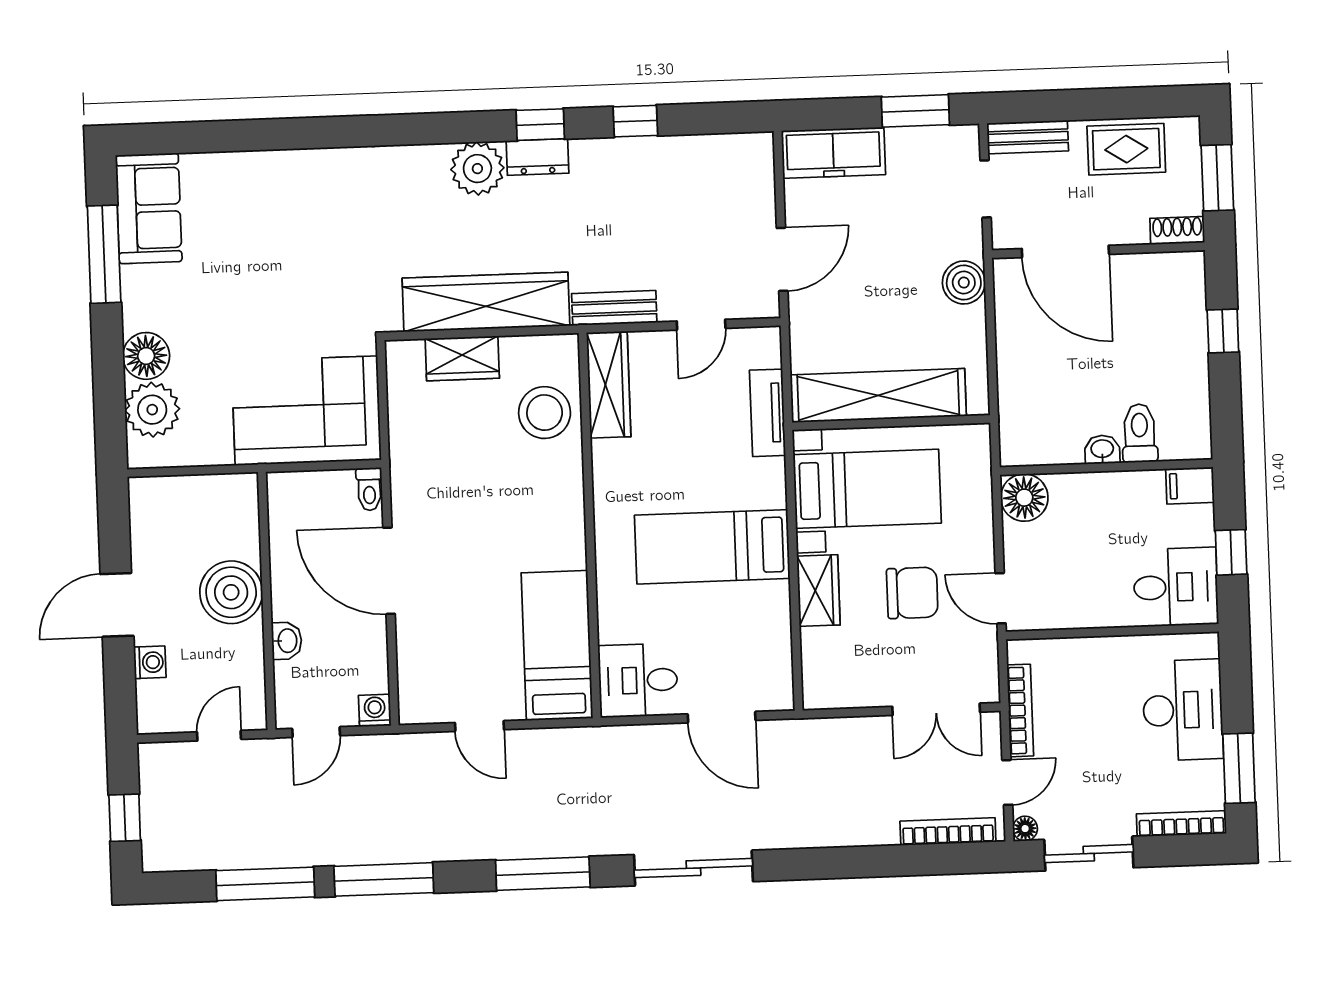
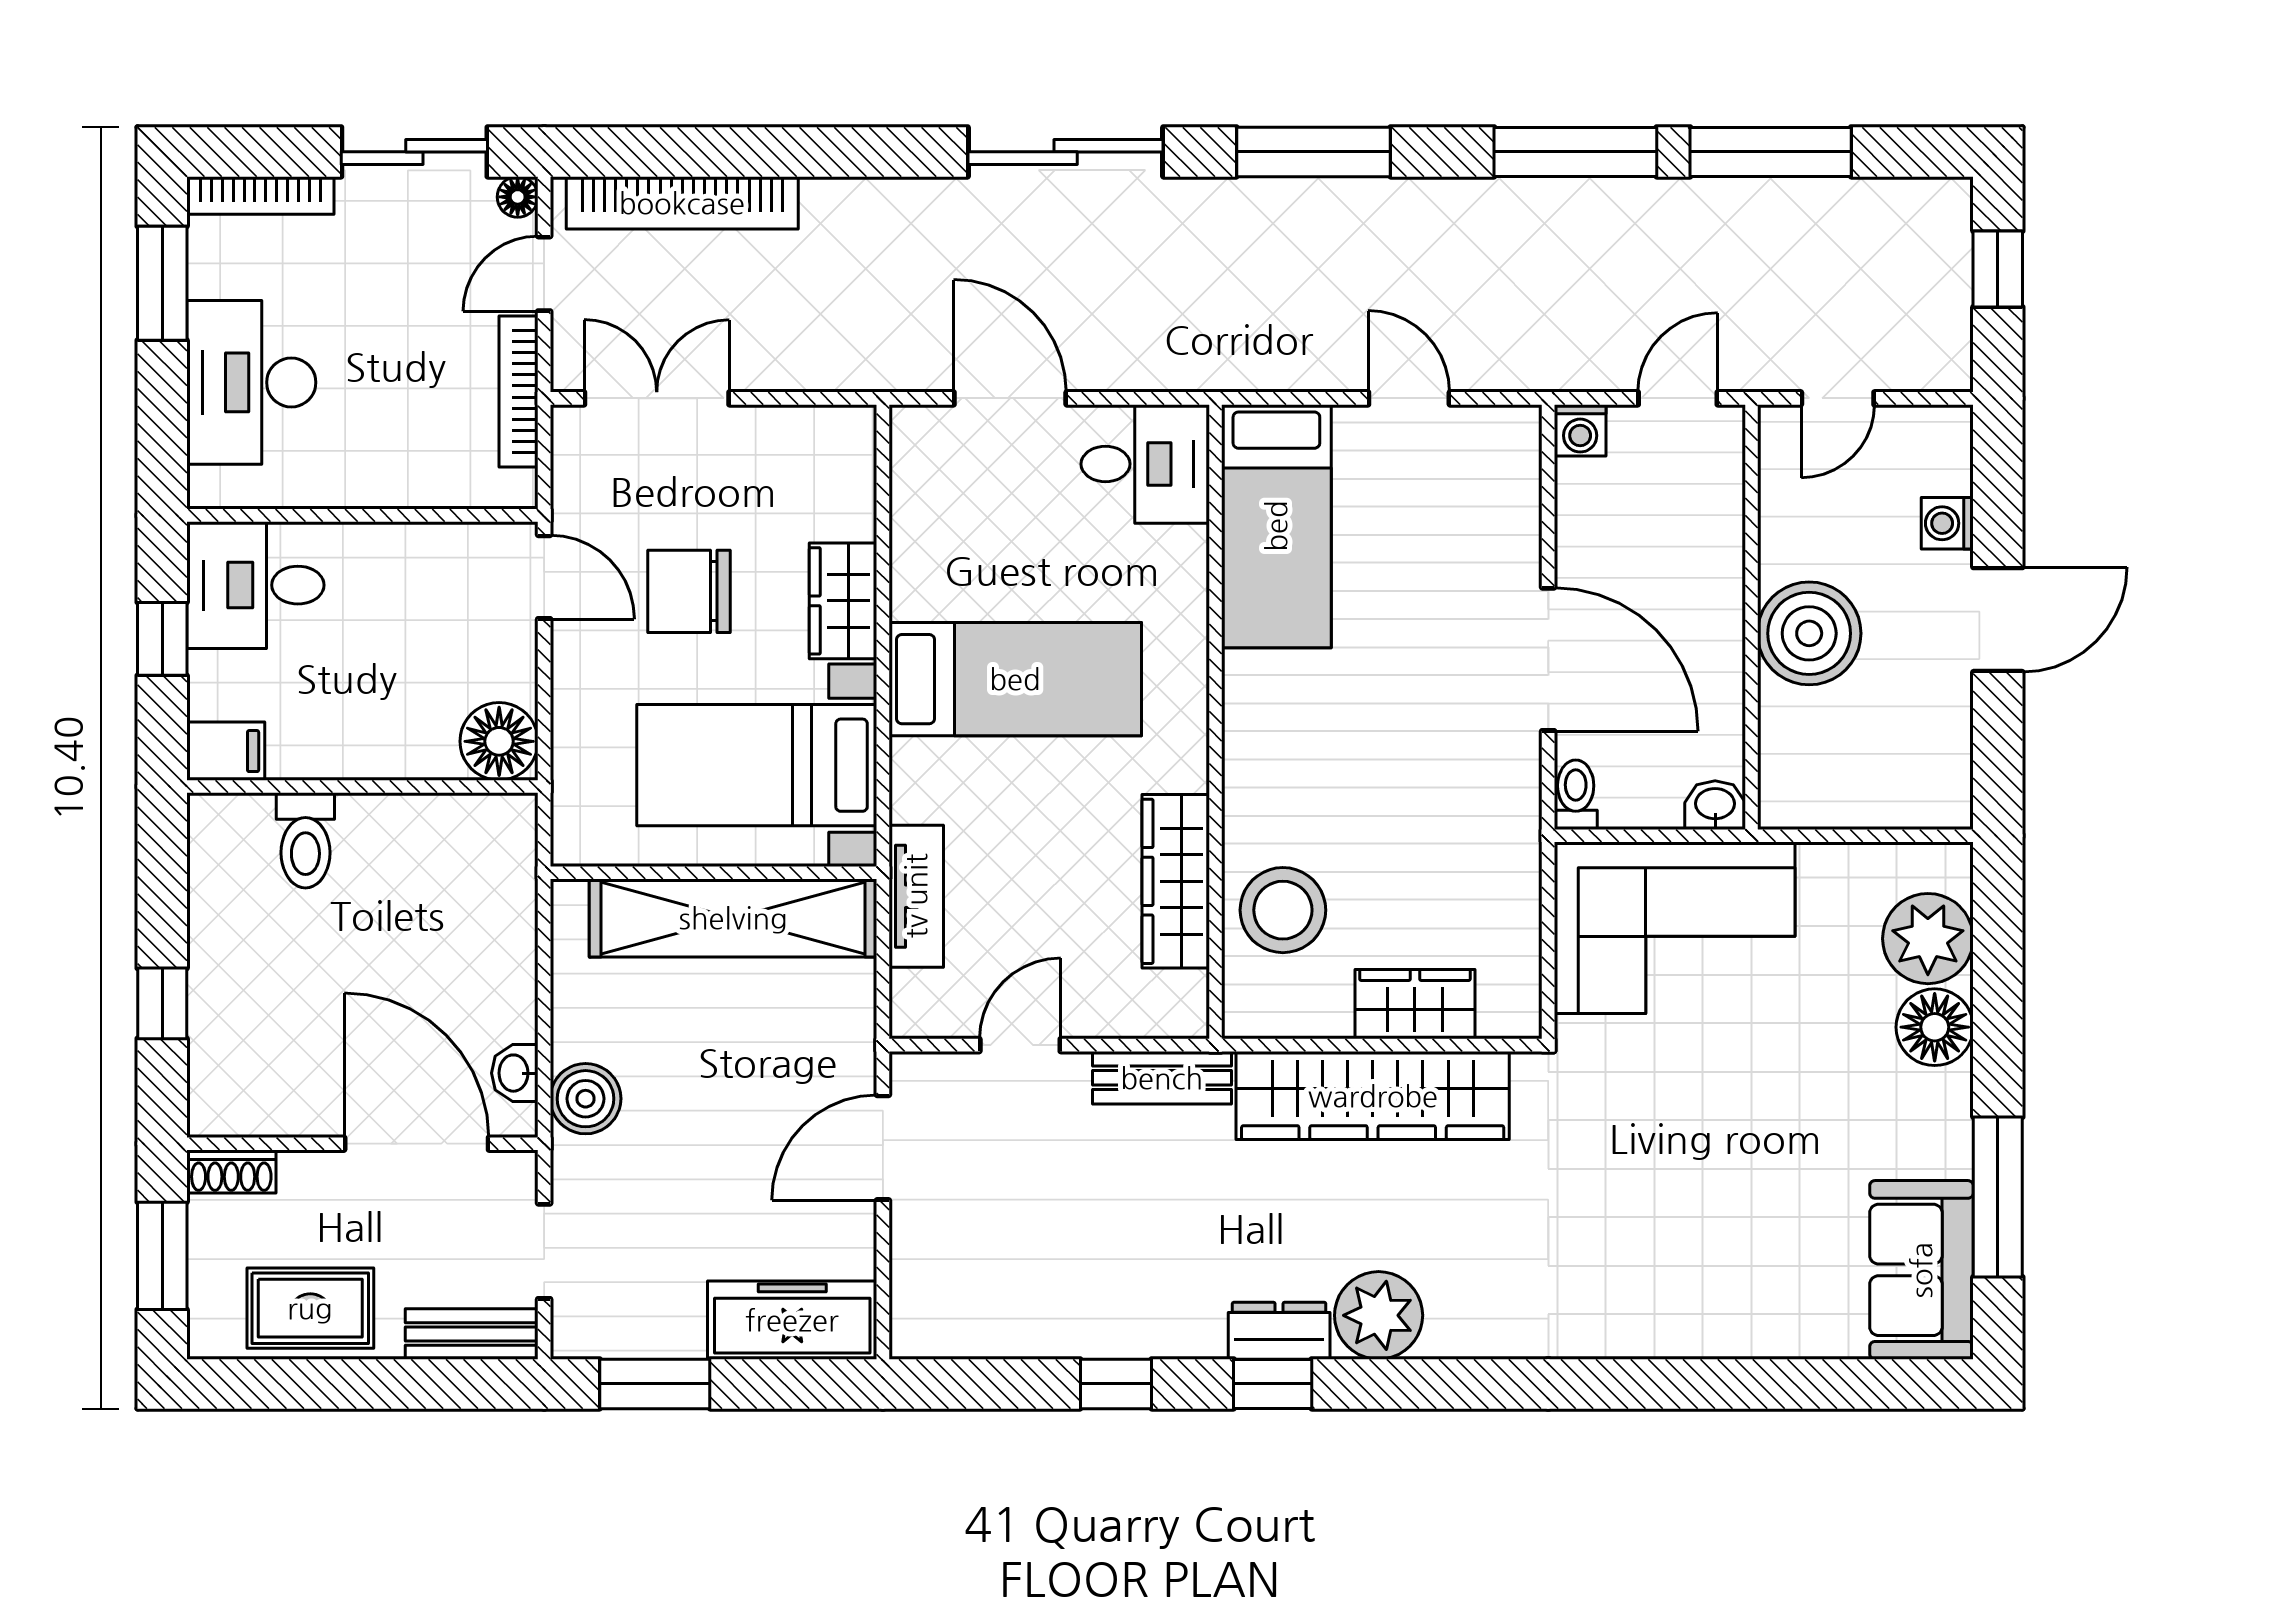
wardrobe: (609, 385) -> (1176, 881), moved
washbasin: (1102, 449) -> (515, 1073), moved, turned 90
washbasin: (287, 641) -> (1715, 805), moved, turned 90
bookcase: (948, 832) -> (682, 203), width x1.48, depth x1.31

